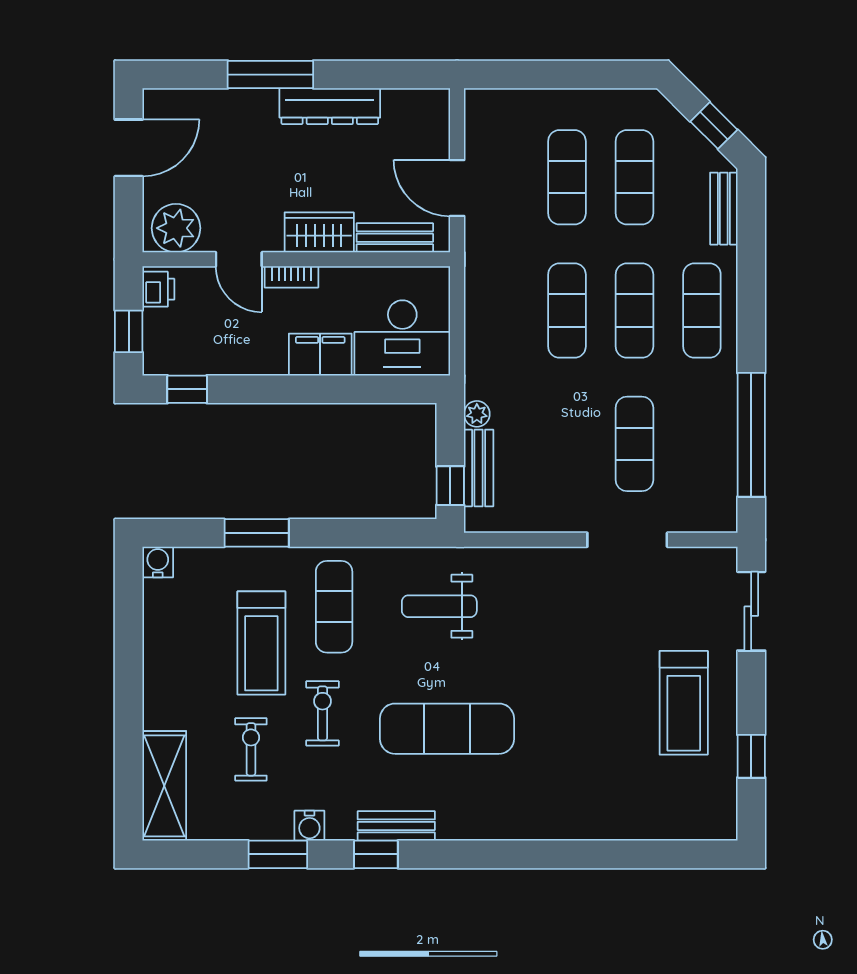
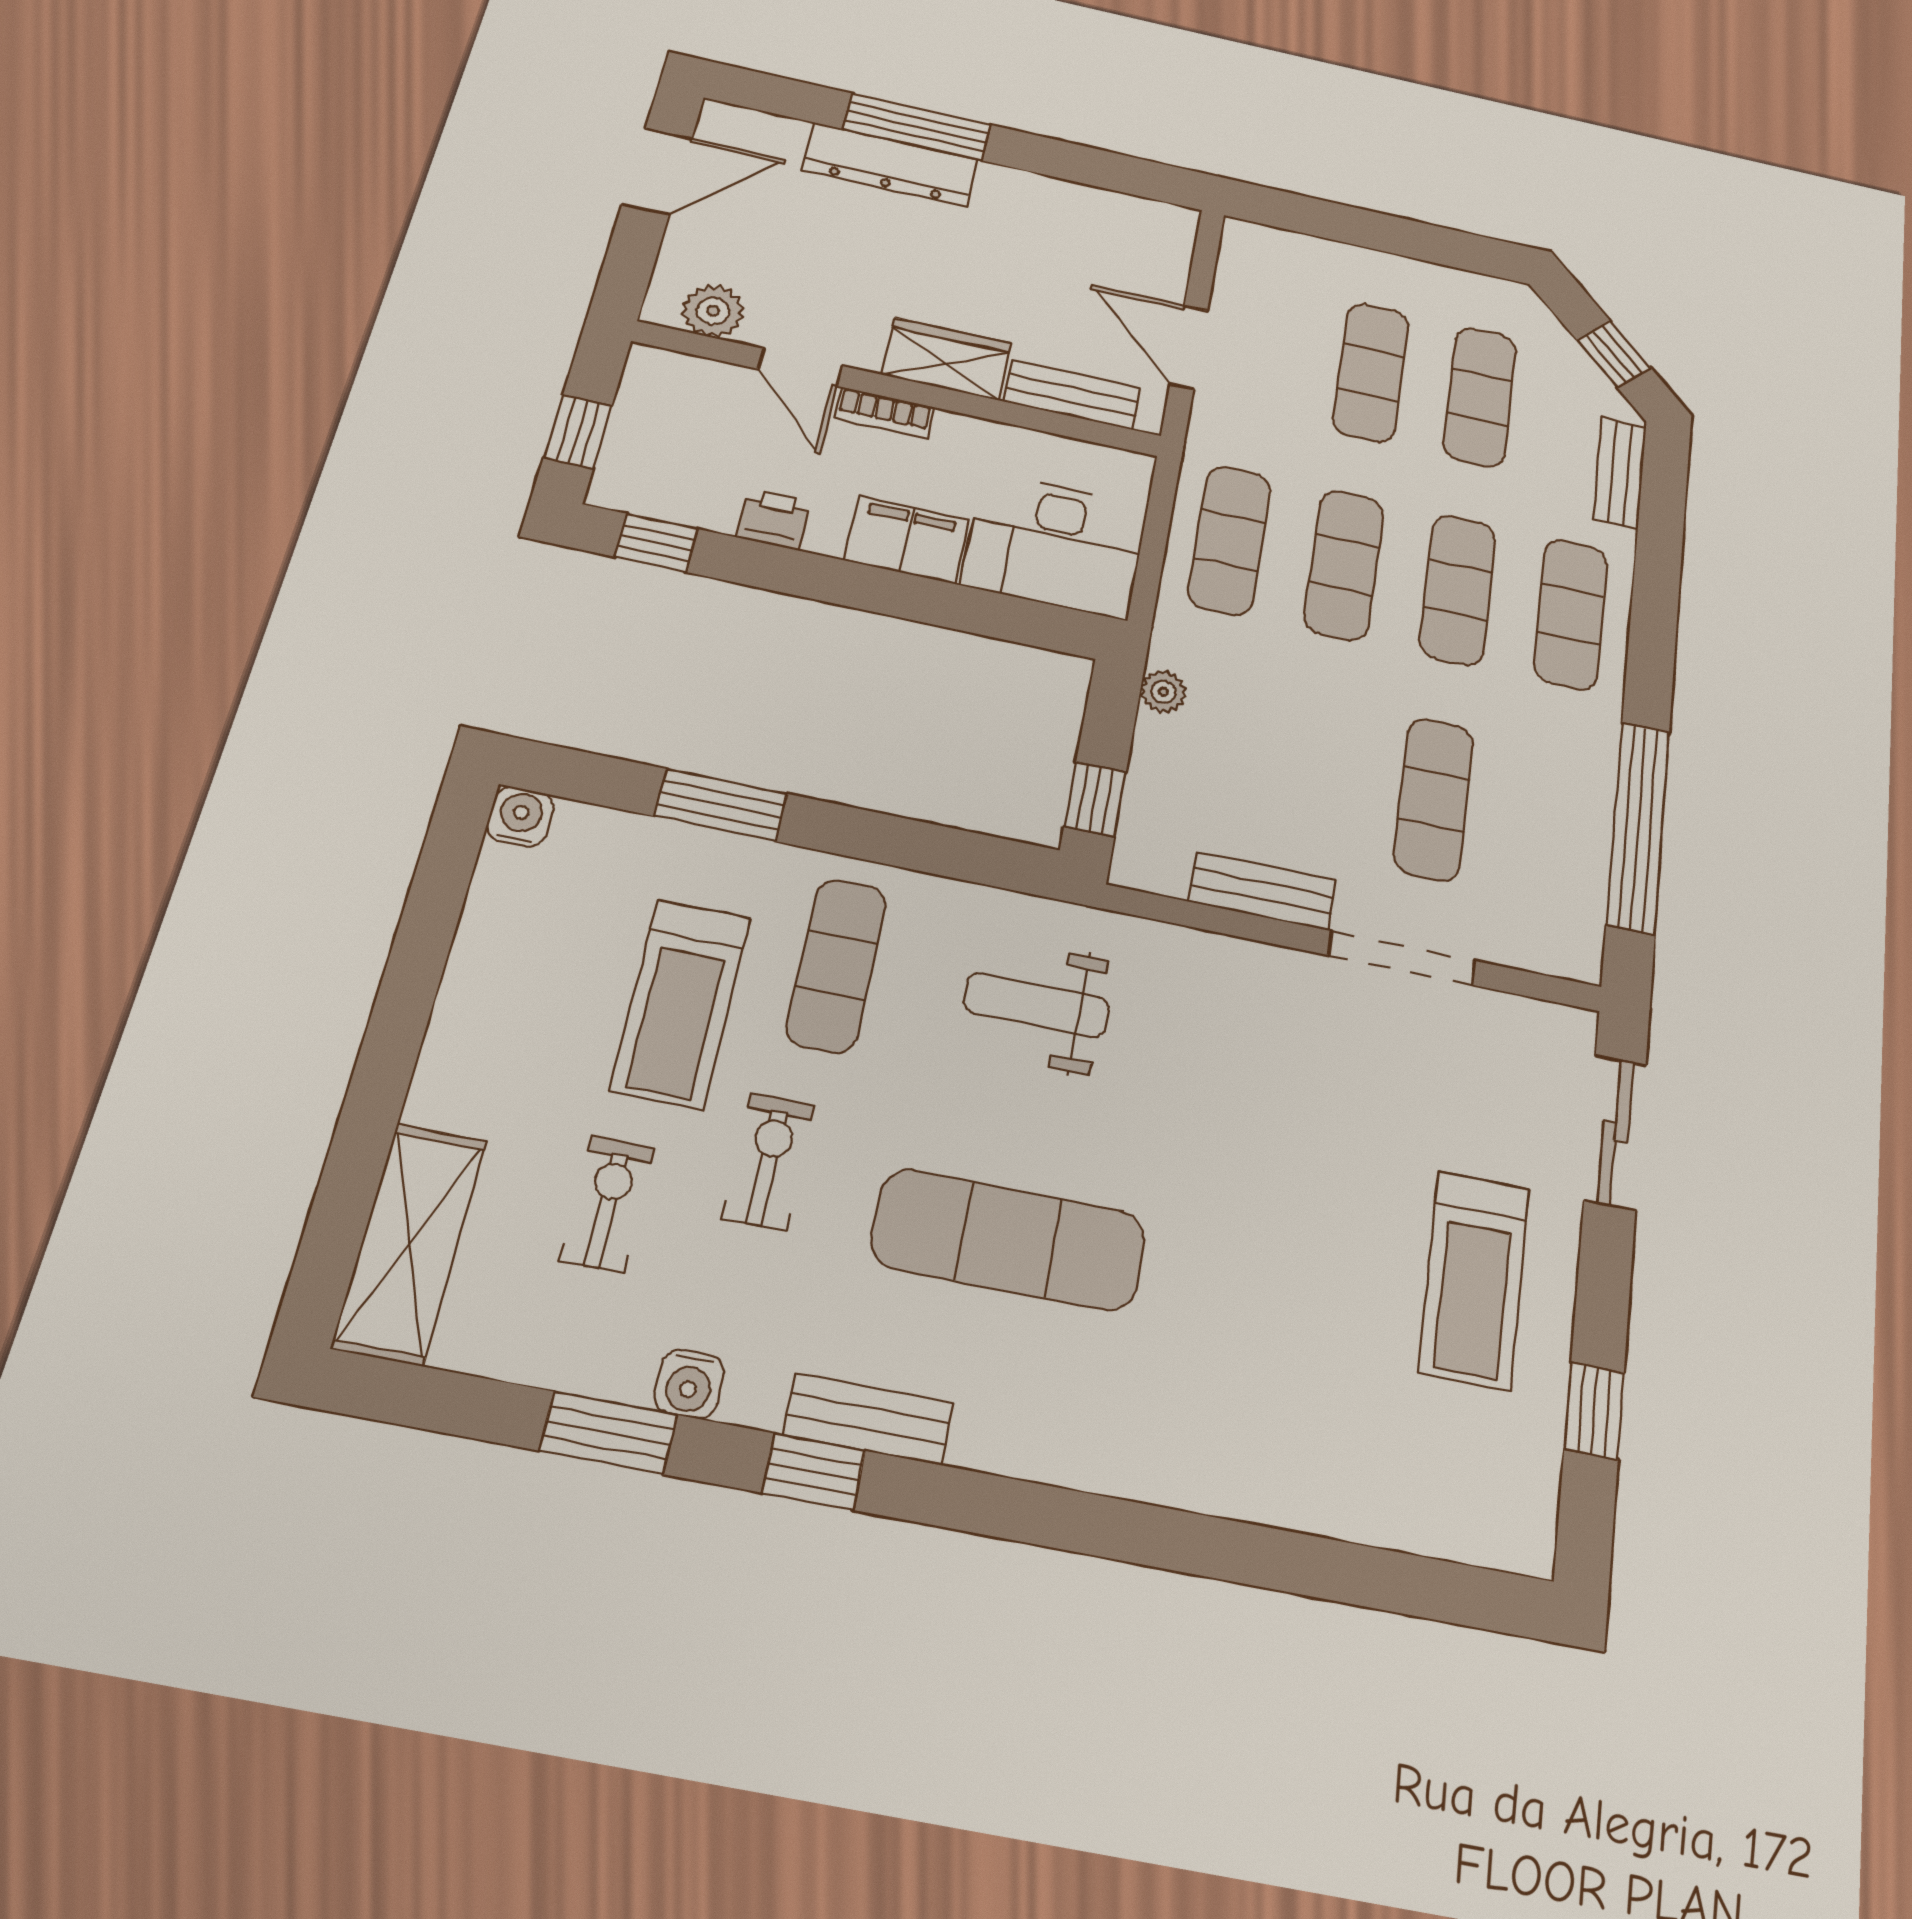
dresser: (330, 106) -> (890, 164), moved
plant: (176, 228) -> (713, 311), width x0.73, depth x0.73
printer: (158, 289) -> (773, 519), moved, turned -90
exercise mat: (499, 311) -> (1230, 540), added
bench: (479, 468) -> (1263, 891), moved, turned 90

